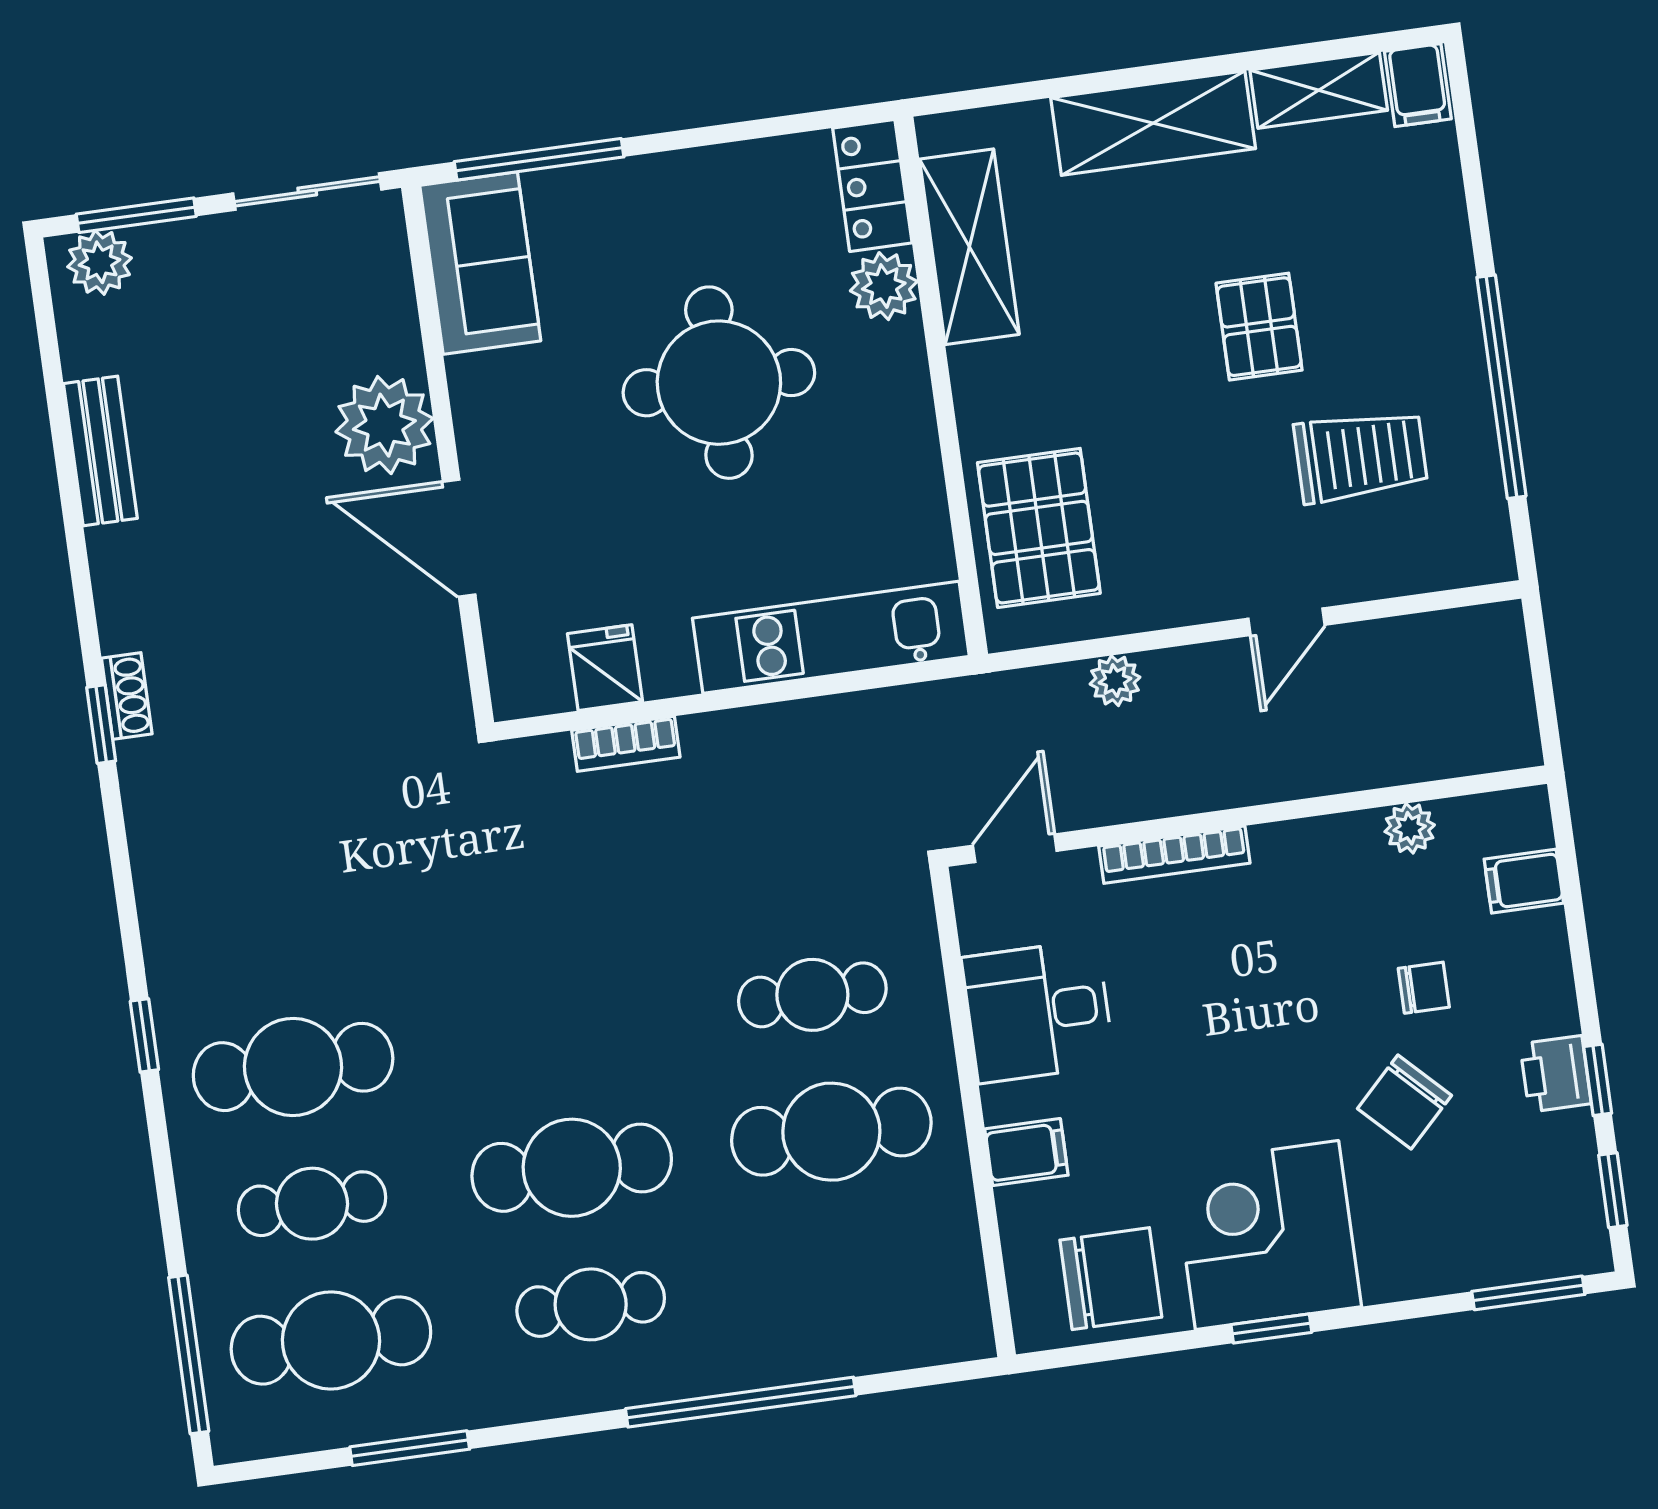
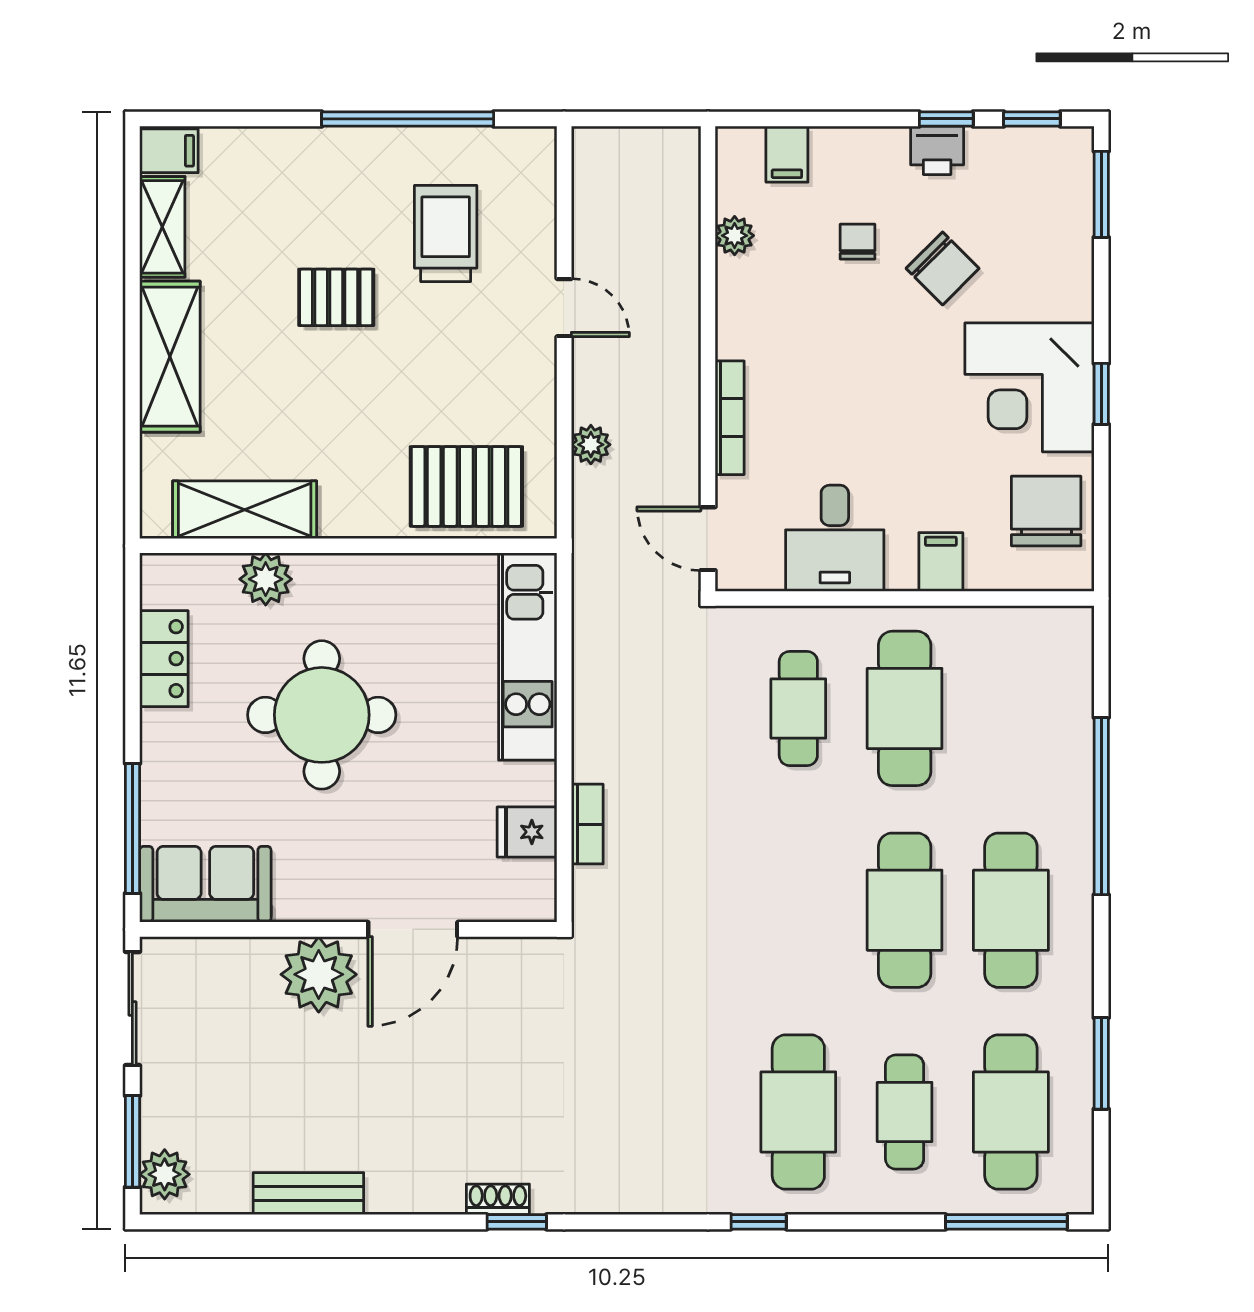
locker: (872, 185) -> (164, 659), moved, turned -90
cafe table: (591, 1304) -> (1011, 910), width x1.37, depth x1.35

